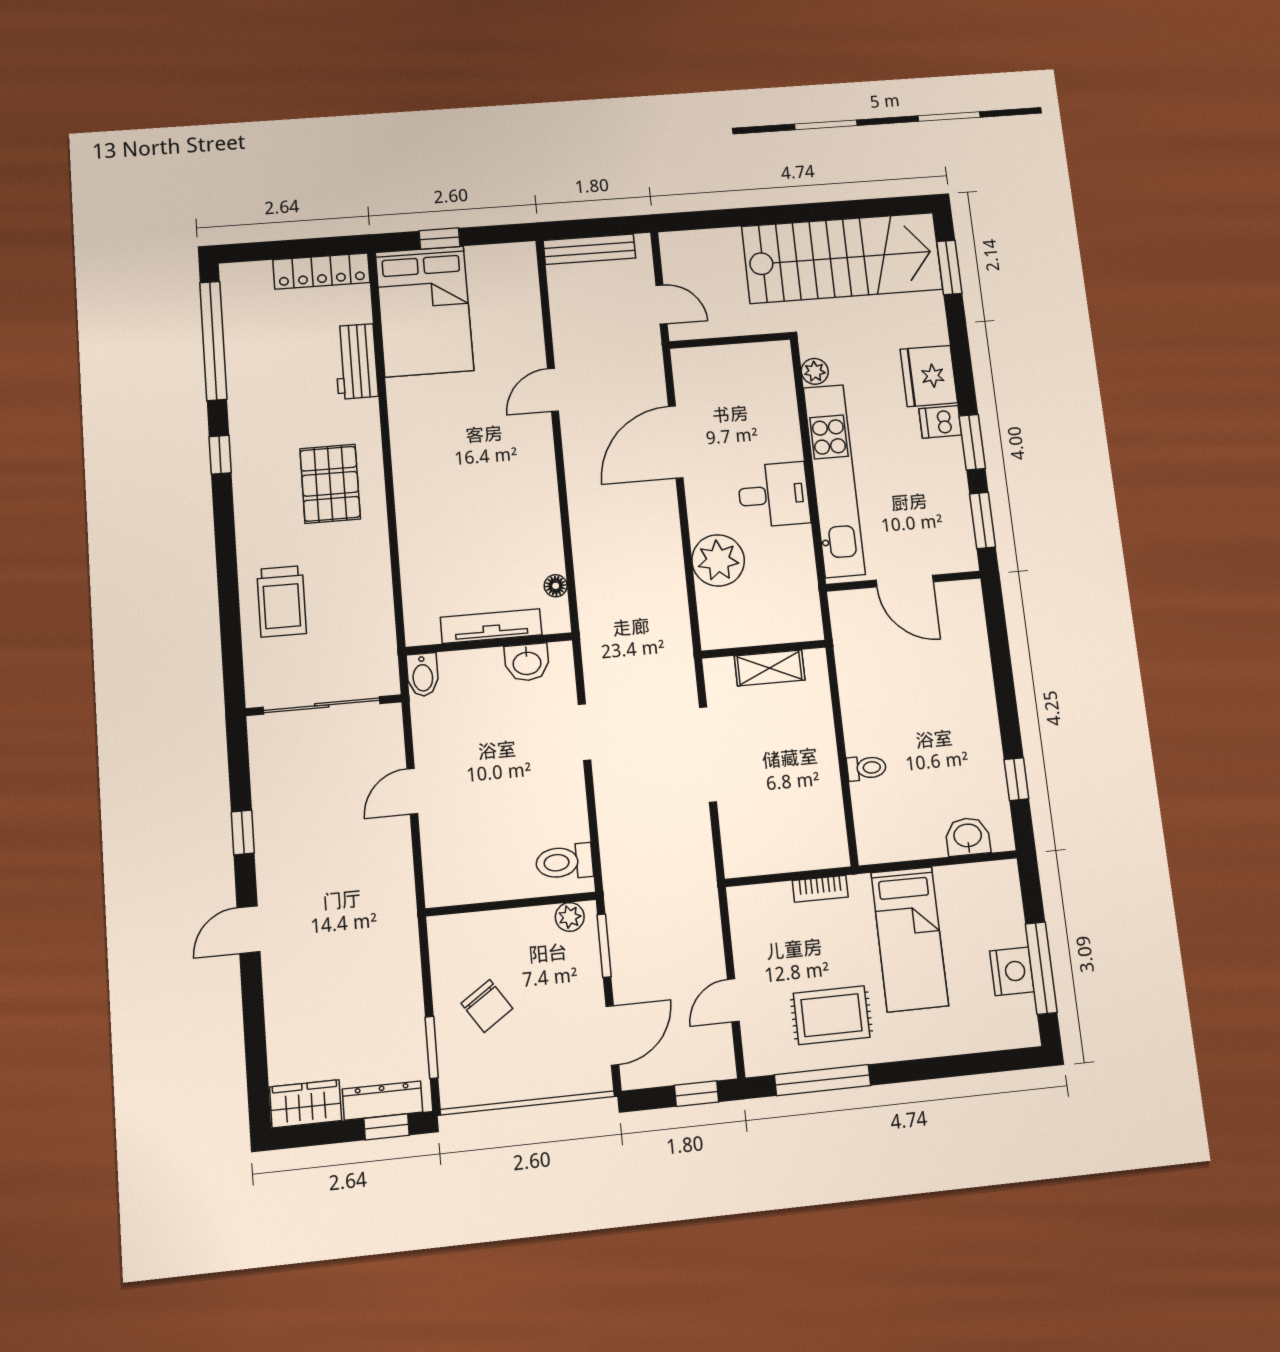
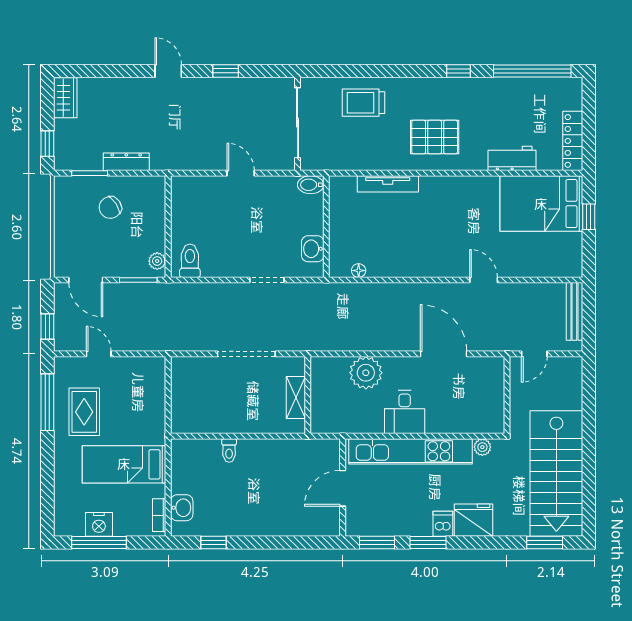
tv unit: (491, 626) -> (388, 184), moved, turned 90
bookcase: (820, 889) -> (159, 515), moved
dresser: (382, 1100) -> (126, 162), moved, turned -90

